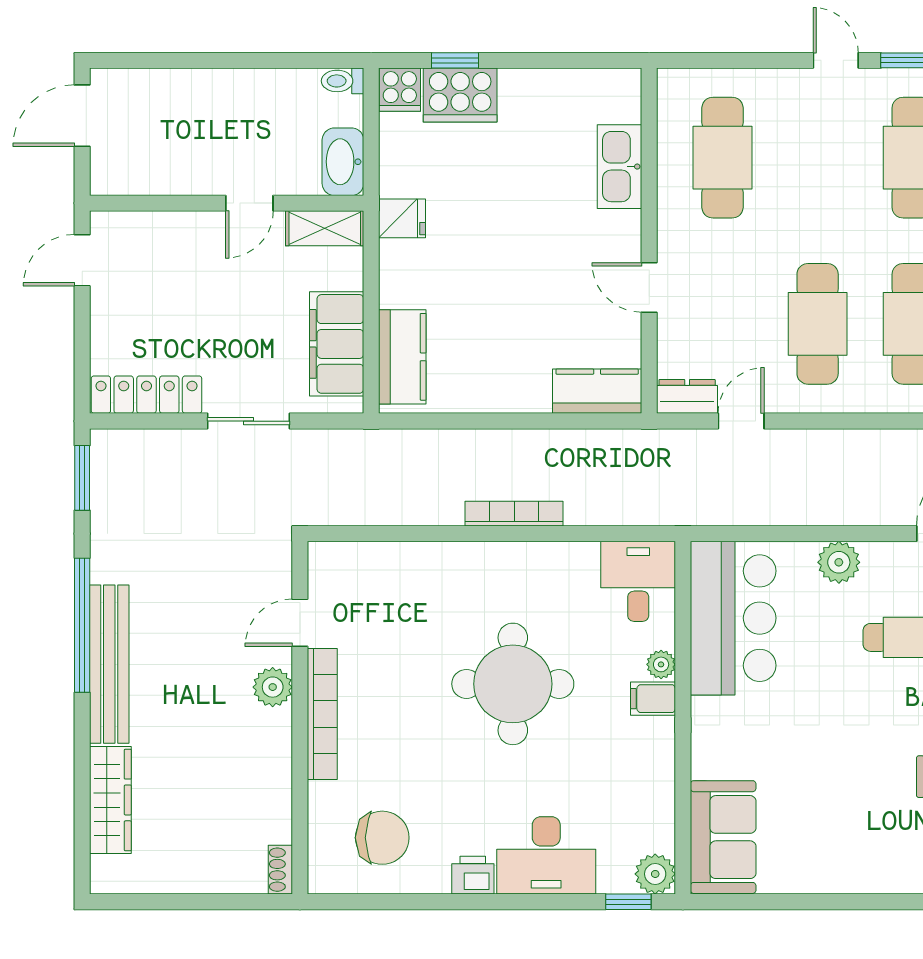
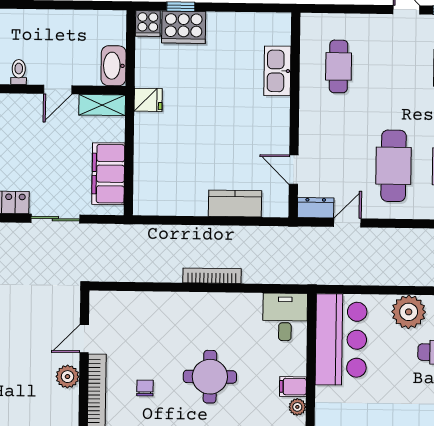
toilet: (343, 81) -> (19, 72), moved, turned 90
cafe table: (723, 158) -> (339, 66), width x0.73, depth x0.74
door: (649, 287) -> (294, 170), moved
kitchen counter: (402, 357) -> (147, 182), removed
kitchen counter: (597, 391) -> (235, 204), moved
plant: (839, 562) -> (409, 312), width x1.36, depth x1.36
plant: (661, 664) -> (297, 407), moved
round table: (513, 684) -> (210, 377), width x0.73, depth x0.73
chair: (404, 704) -> (145, 388), added

